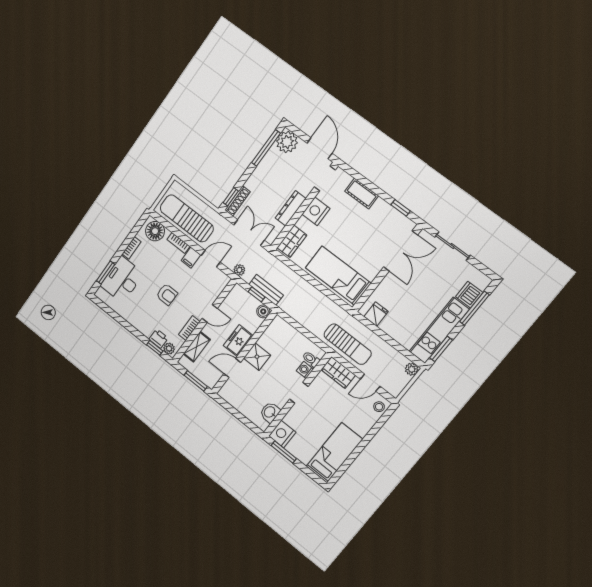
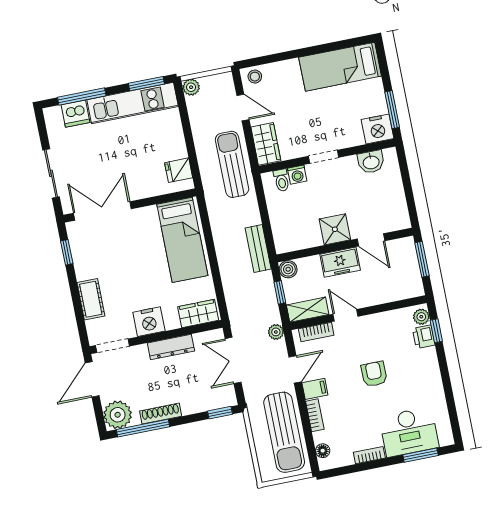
shoe rack: (237, 201) -> (161, 414), moved
floor lamp: (155, 231) -> (323, 451), width x0.53, depth x0.53
door: (211, 259) -> (295, 369), swing flipped
bench: (266, 290) -> (258, 249), moved
bookcase: (189, 328) -> (316, 332), moved
shelving: (197, 347) -> (308, 310), moved

